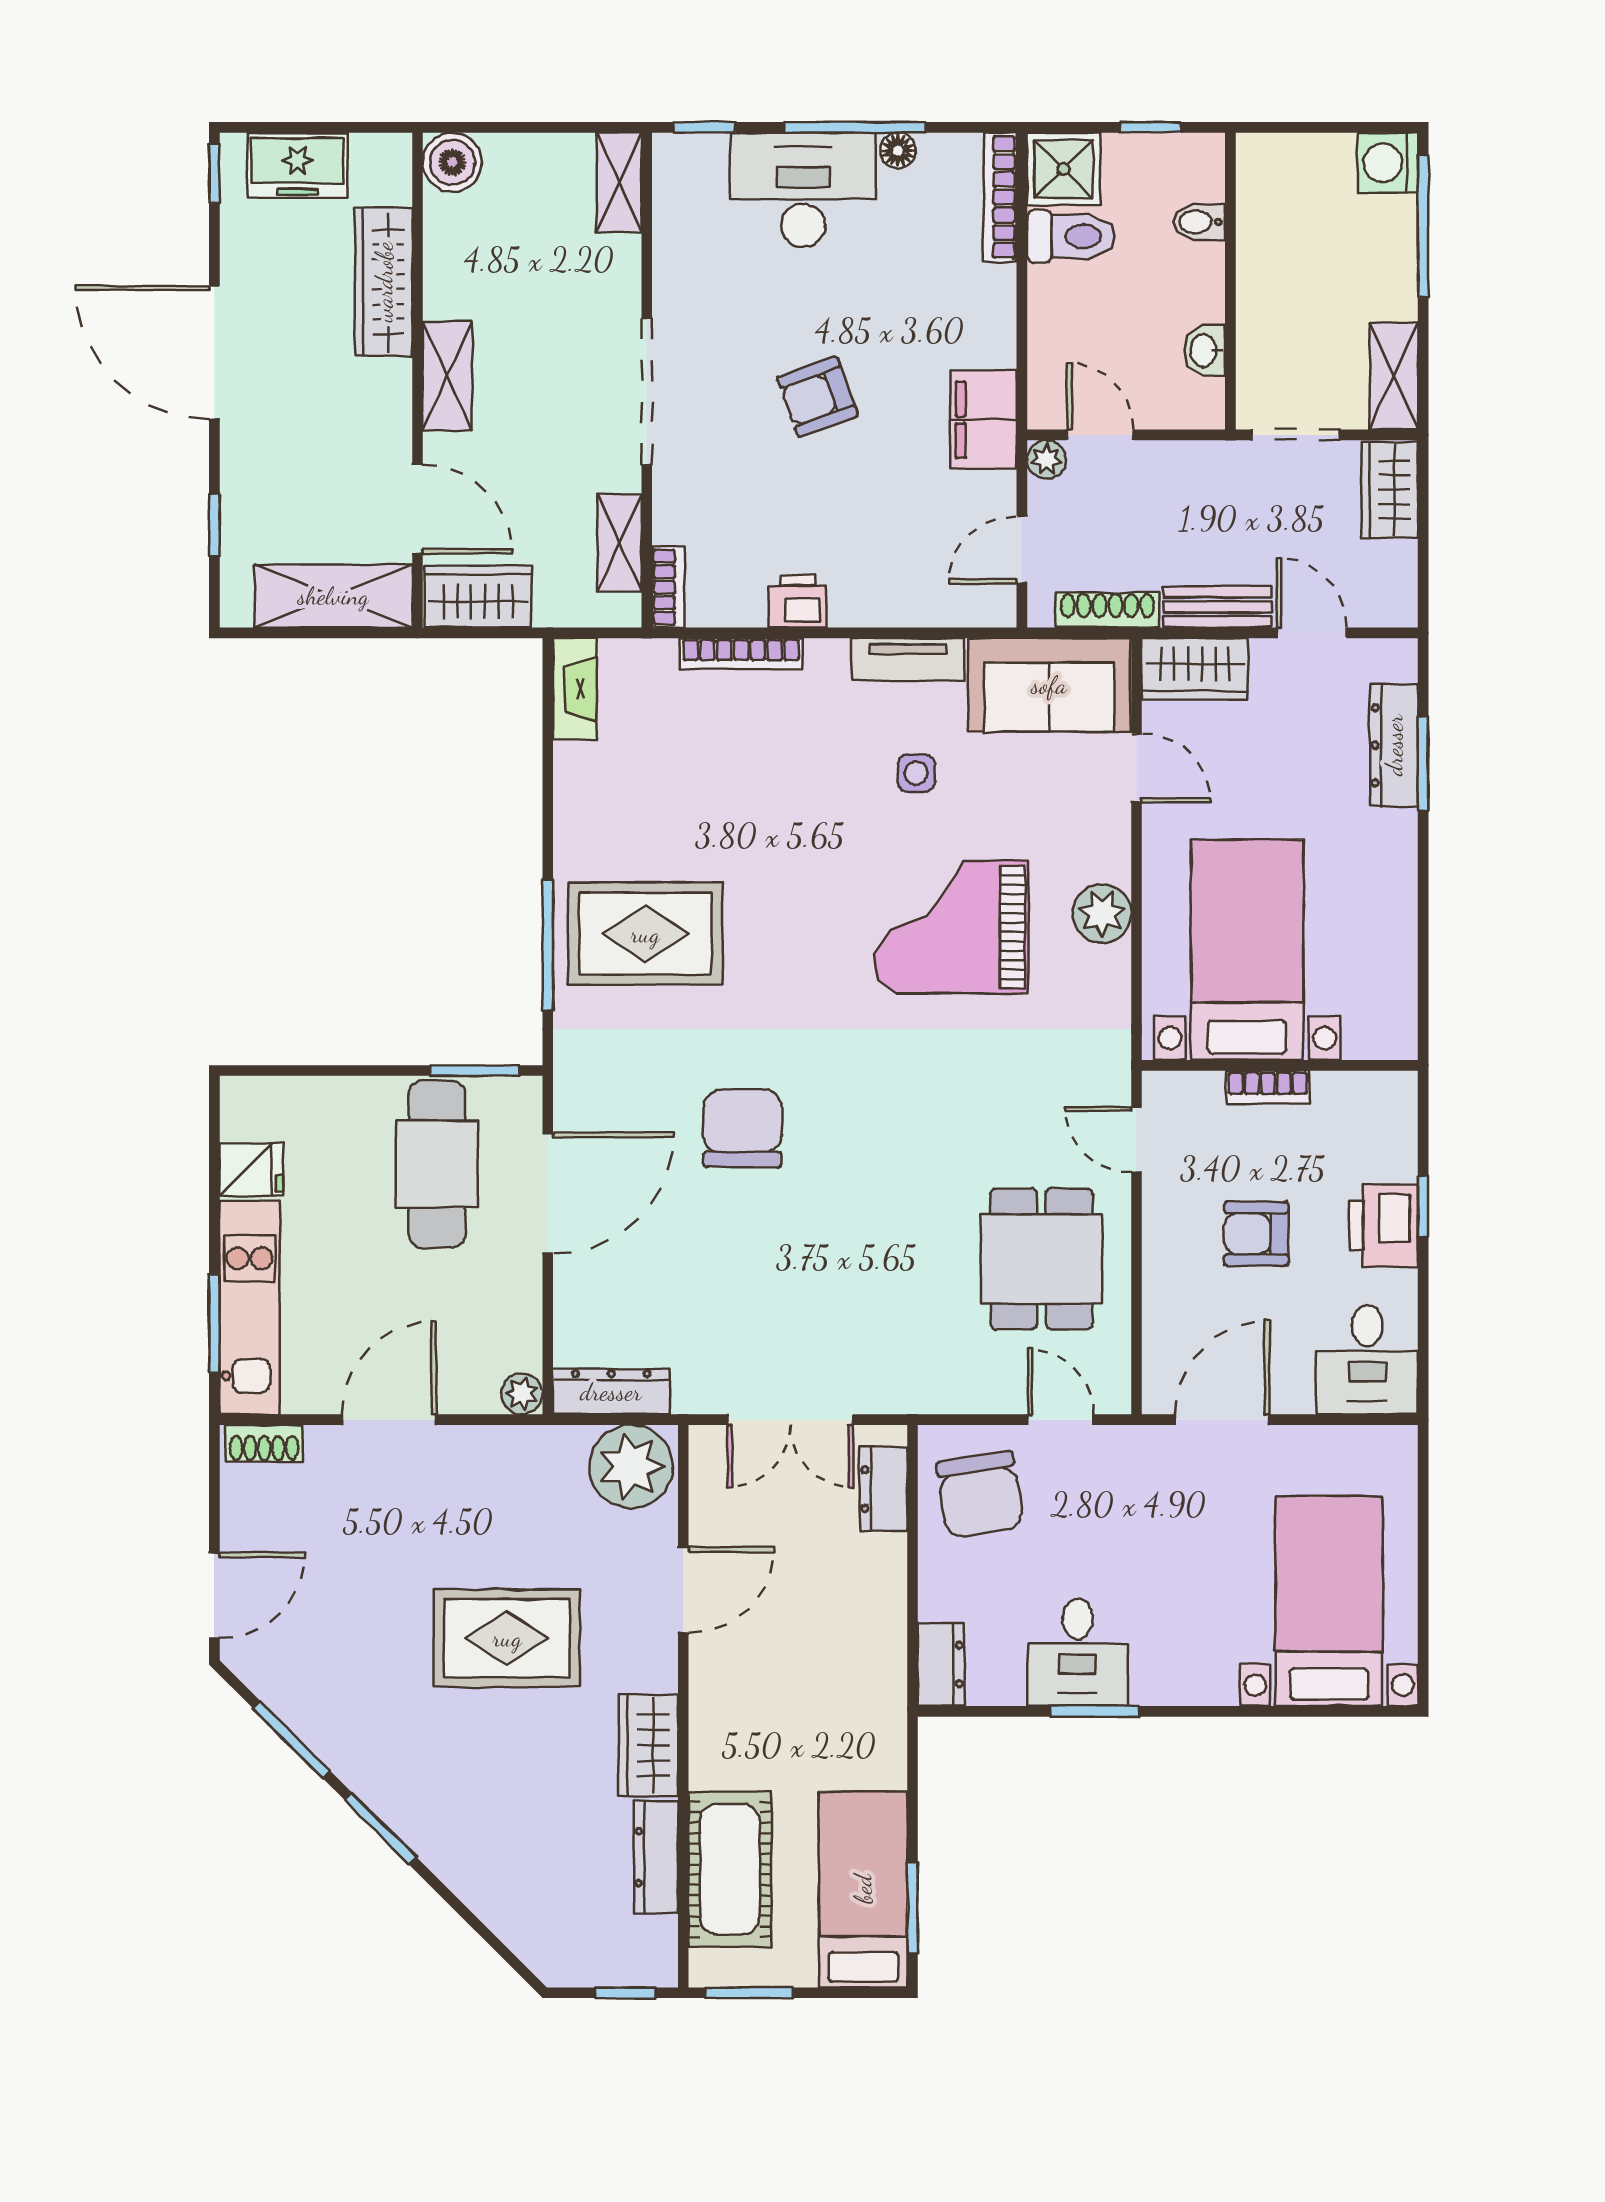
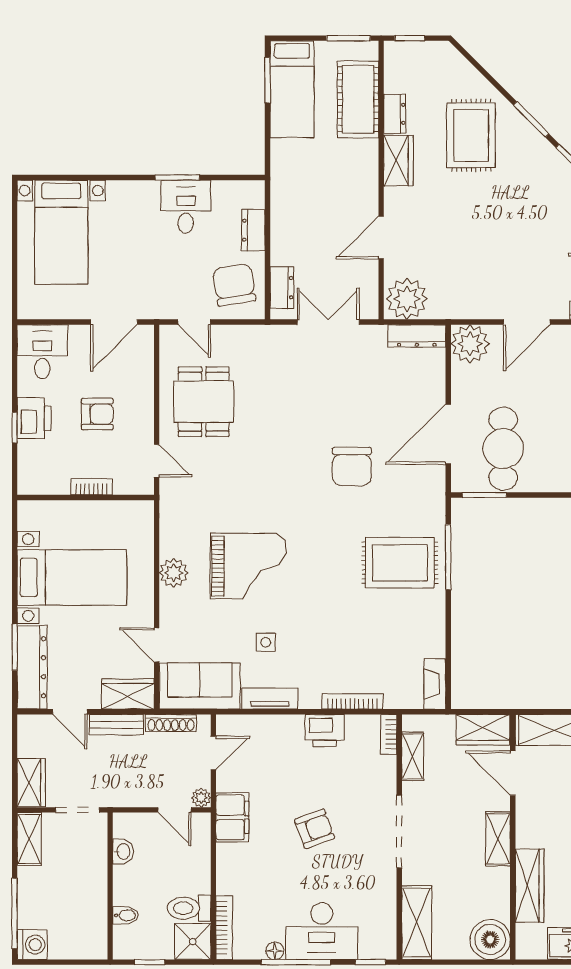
boiler: (452, 162) -> (490, 940), width x1.37, depth x1.37
shelving: (619, 182) -> (417, 923), width x1.50, depth x1.33
printer: (798, 601) -> (325, 730), width x1.36, depth x1.24
dresser: (1394, 745) -> (32, 667), width x1.37, depth x1.24
bed with nightstands: (1247, 950) -> (72, 577), moved, turned -90
plant: (522, 1394) -> (470, 344), width x1.88, depth x1.88
rug: (507, 1638) -> (471, 135), moved, turned 90
dresser: (941, 1664) -> (253, 230), moved
dresser: (656, 1857) -> (395, 114), width x0.70

